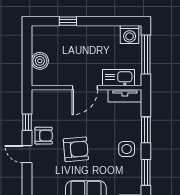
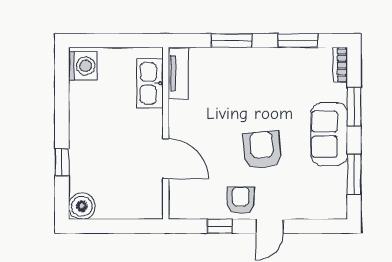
window: (146, 54) -> (114, 41), removed
boiler: (40, 61) -> (82, 206), moved
door: (85, 88) -> (166, 159), moved
side table: (127, 149) -> (262, 71), removed

